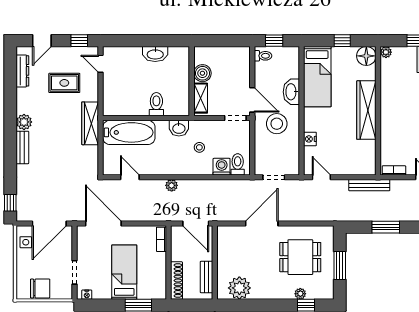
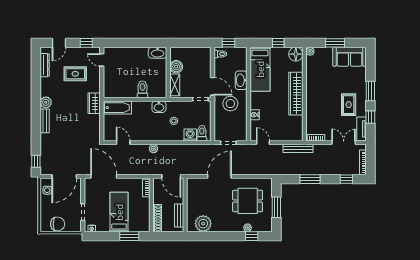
washbasin: (155, 54) -> (158, 53), moved
wardrobe: (90, 123) -> (94, 103), width x0.67
bathtub: (129, 132) -> (117, 108), width x0.73, depth x0.73

